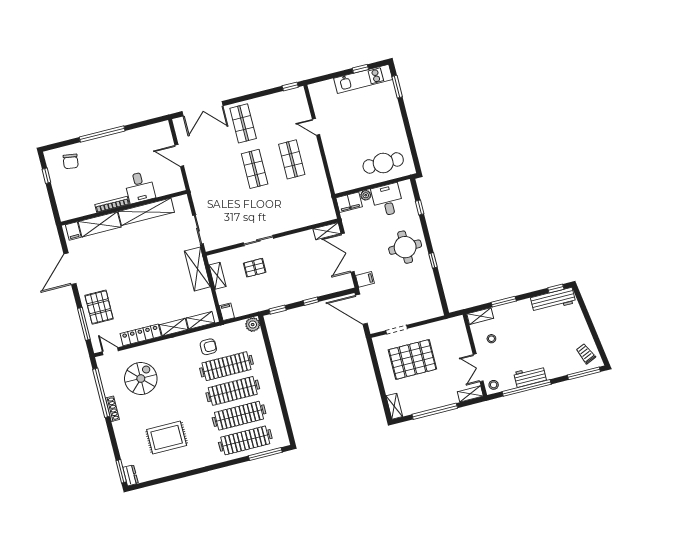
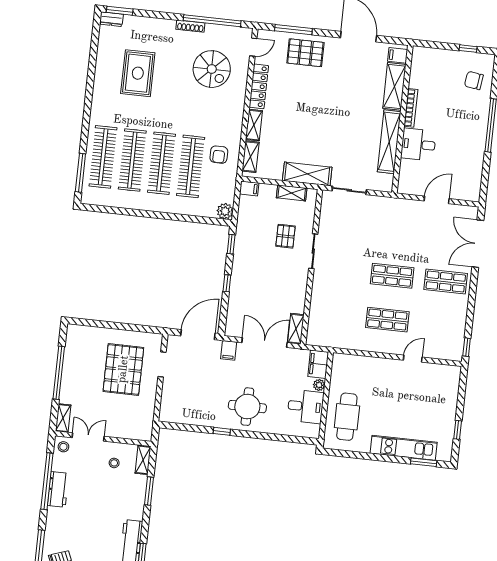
kitchen unit: (363, 79) -> (404, 448), moved, turned 90
window: (420, 207) -> (284, 438), removed
shelving: (394, 406) -> (80, 331), removed

